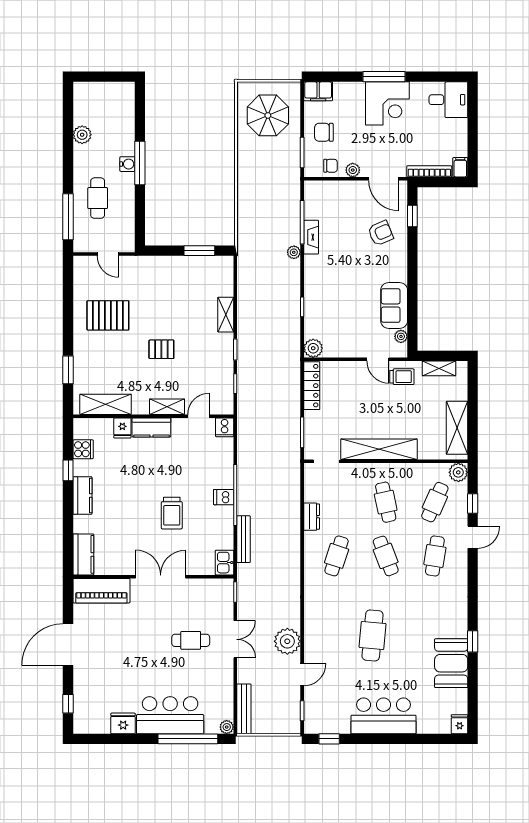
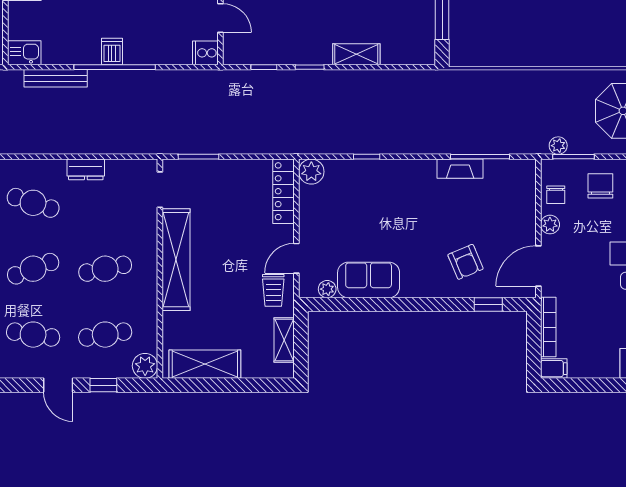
plant: (294, 252) -> (558, 146), moved
locker: (312, 386) -> (284, 191), moved, turned 90
cafe table: (435, 502) -> (105, 335), turned -33

